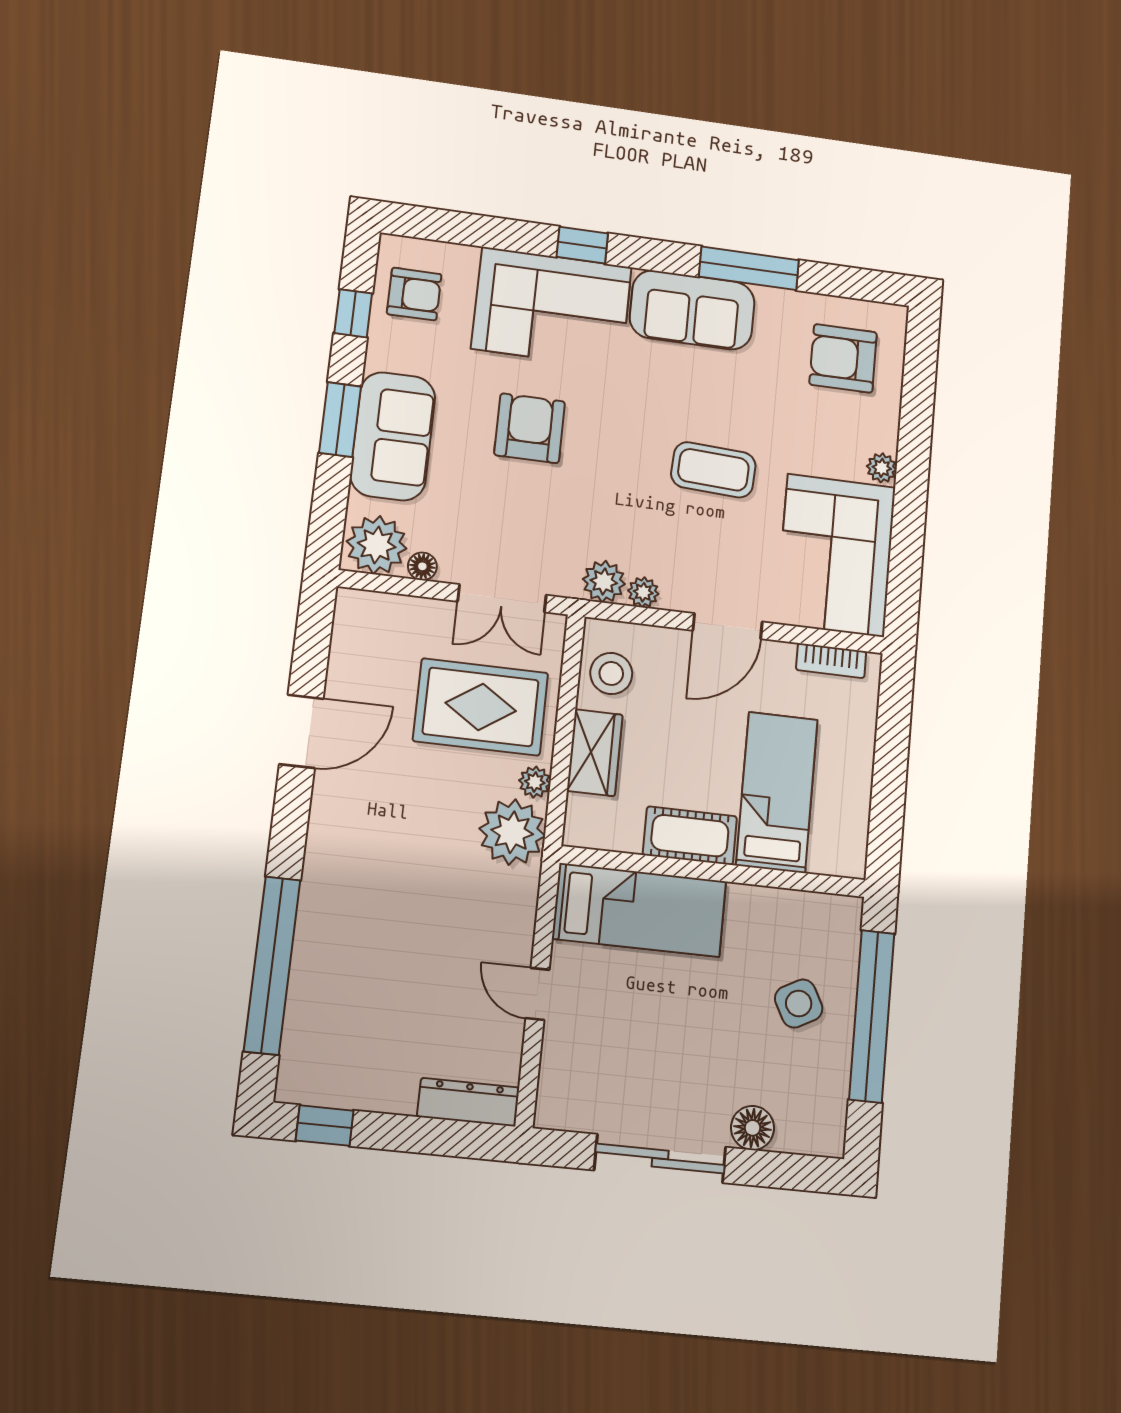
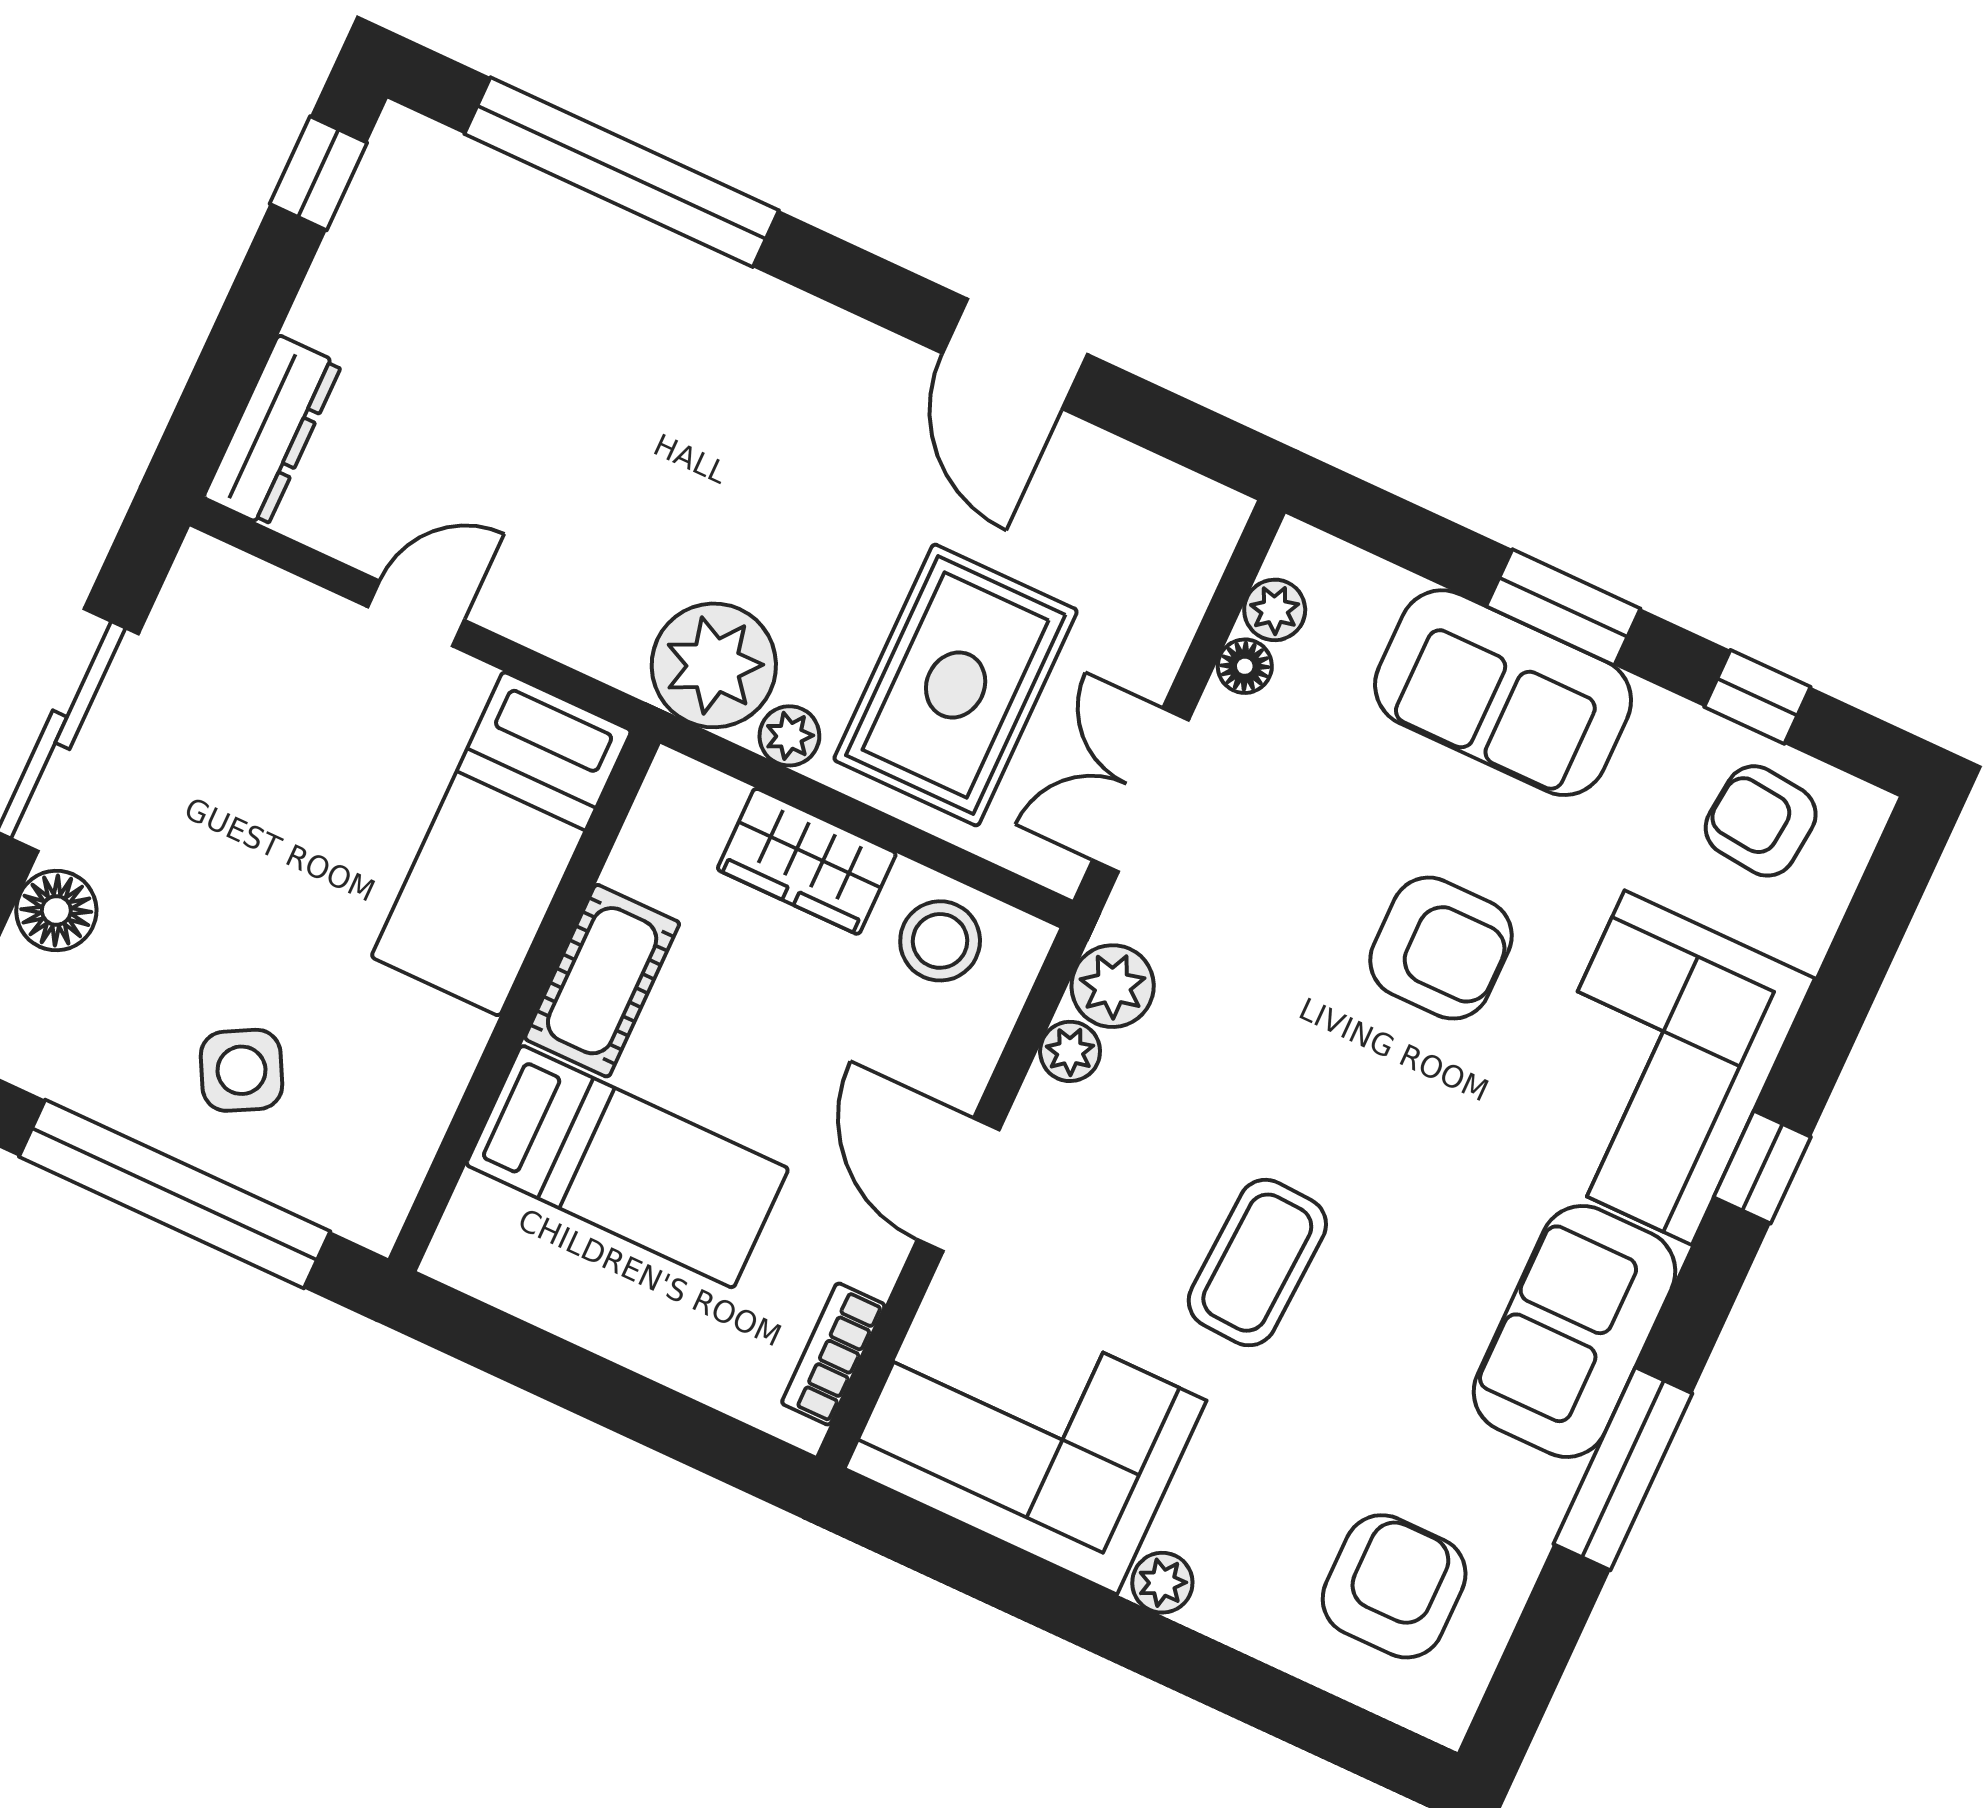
armchair: (414, 294) -> (1761, 821), turned 96
plant: (377, 545) -> (1275, 610), width x0.53, depth x0.53

